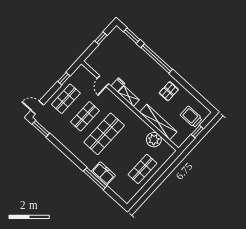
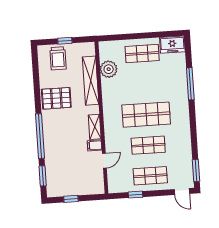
pallet: (169, 91) -> (56, 98), width x1.50, depth x1.42
freezer: (103, 173) -> (172, 45), moved, turned -90

